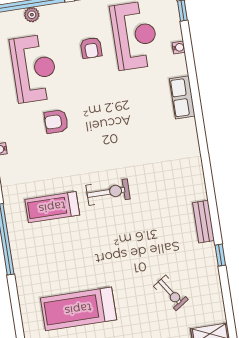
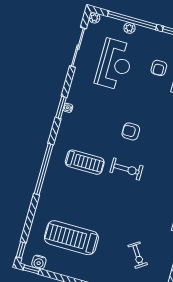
armchair: (56, 121) -> (131, 131), moved
treadmill: (52, 207) -> (85, 162), turned 180

